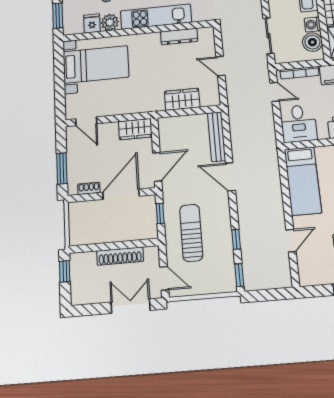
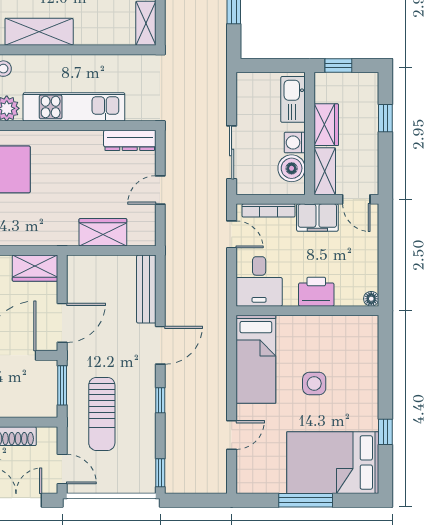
dresser: (179, 36) -> (130, 140), moved
door: (220, 66) -> (160, 190), hinge flipped
door: (230, 177) -> (160, 345), swing flipped
window: (160, 214) -> (62, 385), width x1.50
sun lounger: (191, 233) -> (102, 414), turned 180
window: (236, 239) -> (160, 400), moved

